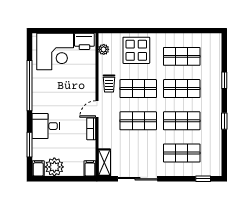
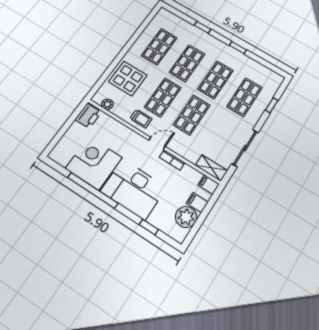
corner desk: (55, 52) -> (94, 163), moved, turned -90
door: (97, 109) -> (157, 143), swing flipped
desk: (46, 126) -> (133, 189), width x1.87, depth x1.30
window: (29, 145) -> (149, 227), width x0.67
filing cabinet: (38, 168) -> (197, 203), moved
window: (203, 179) -> (272, 105), moved

